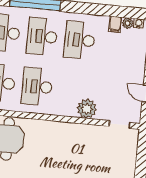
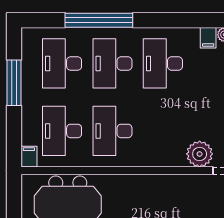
plant: (87, 109) -> (200, 154), moved

